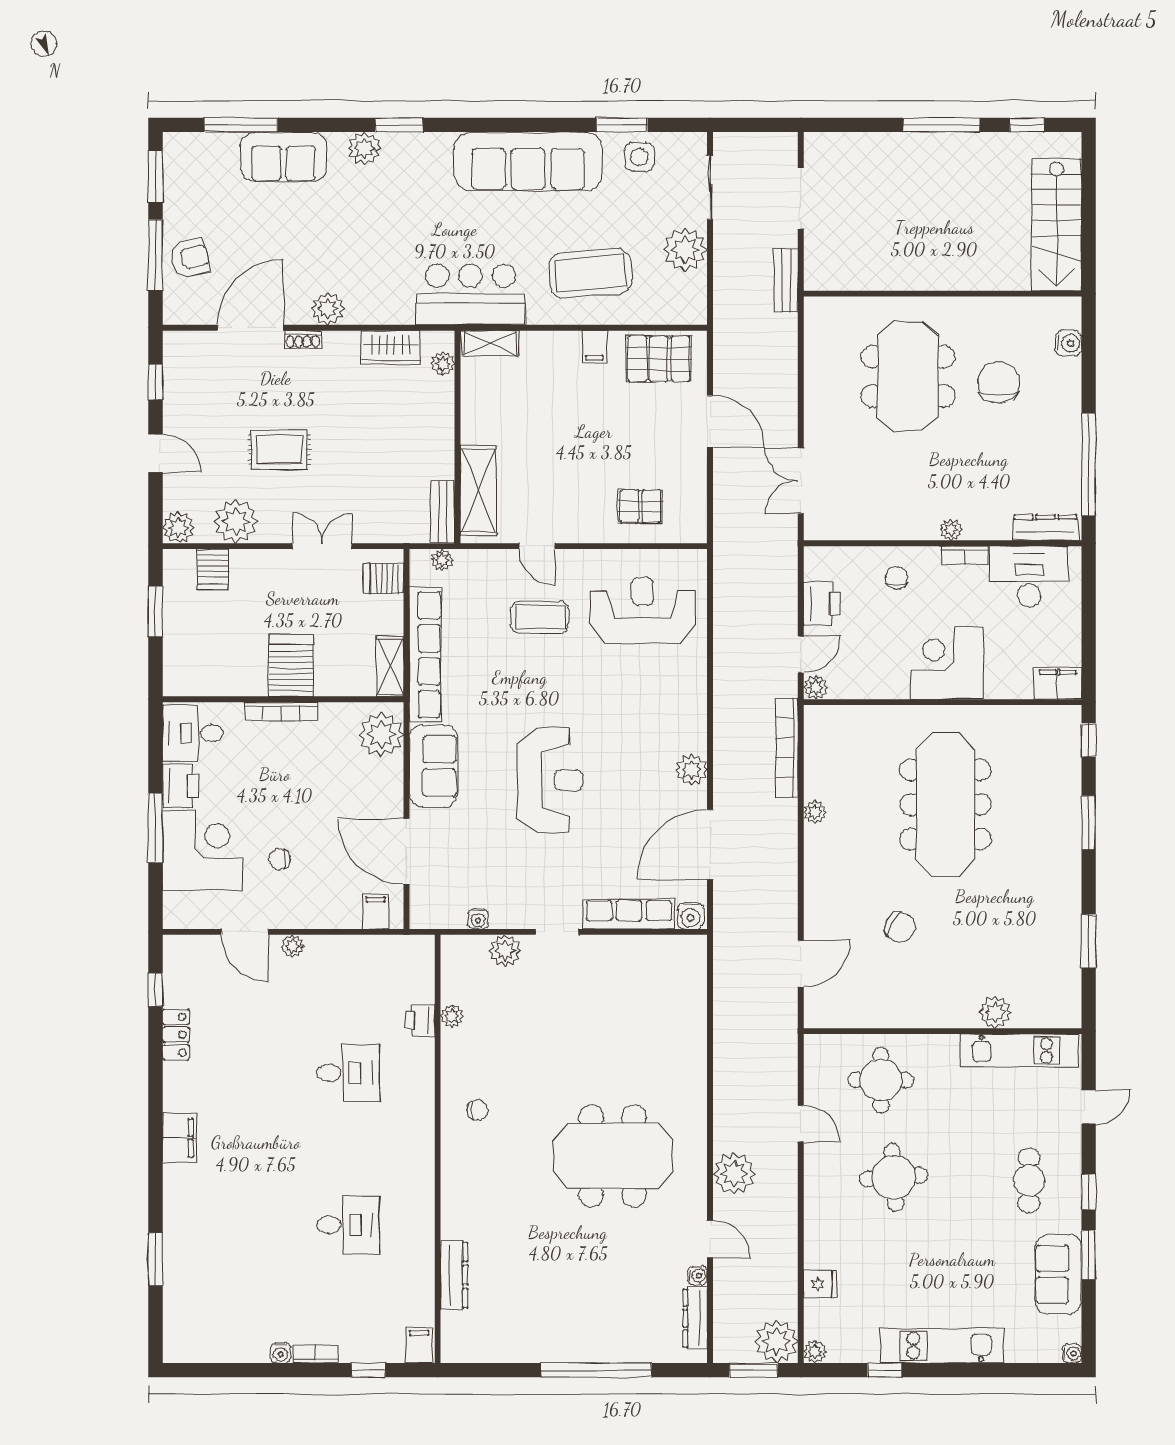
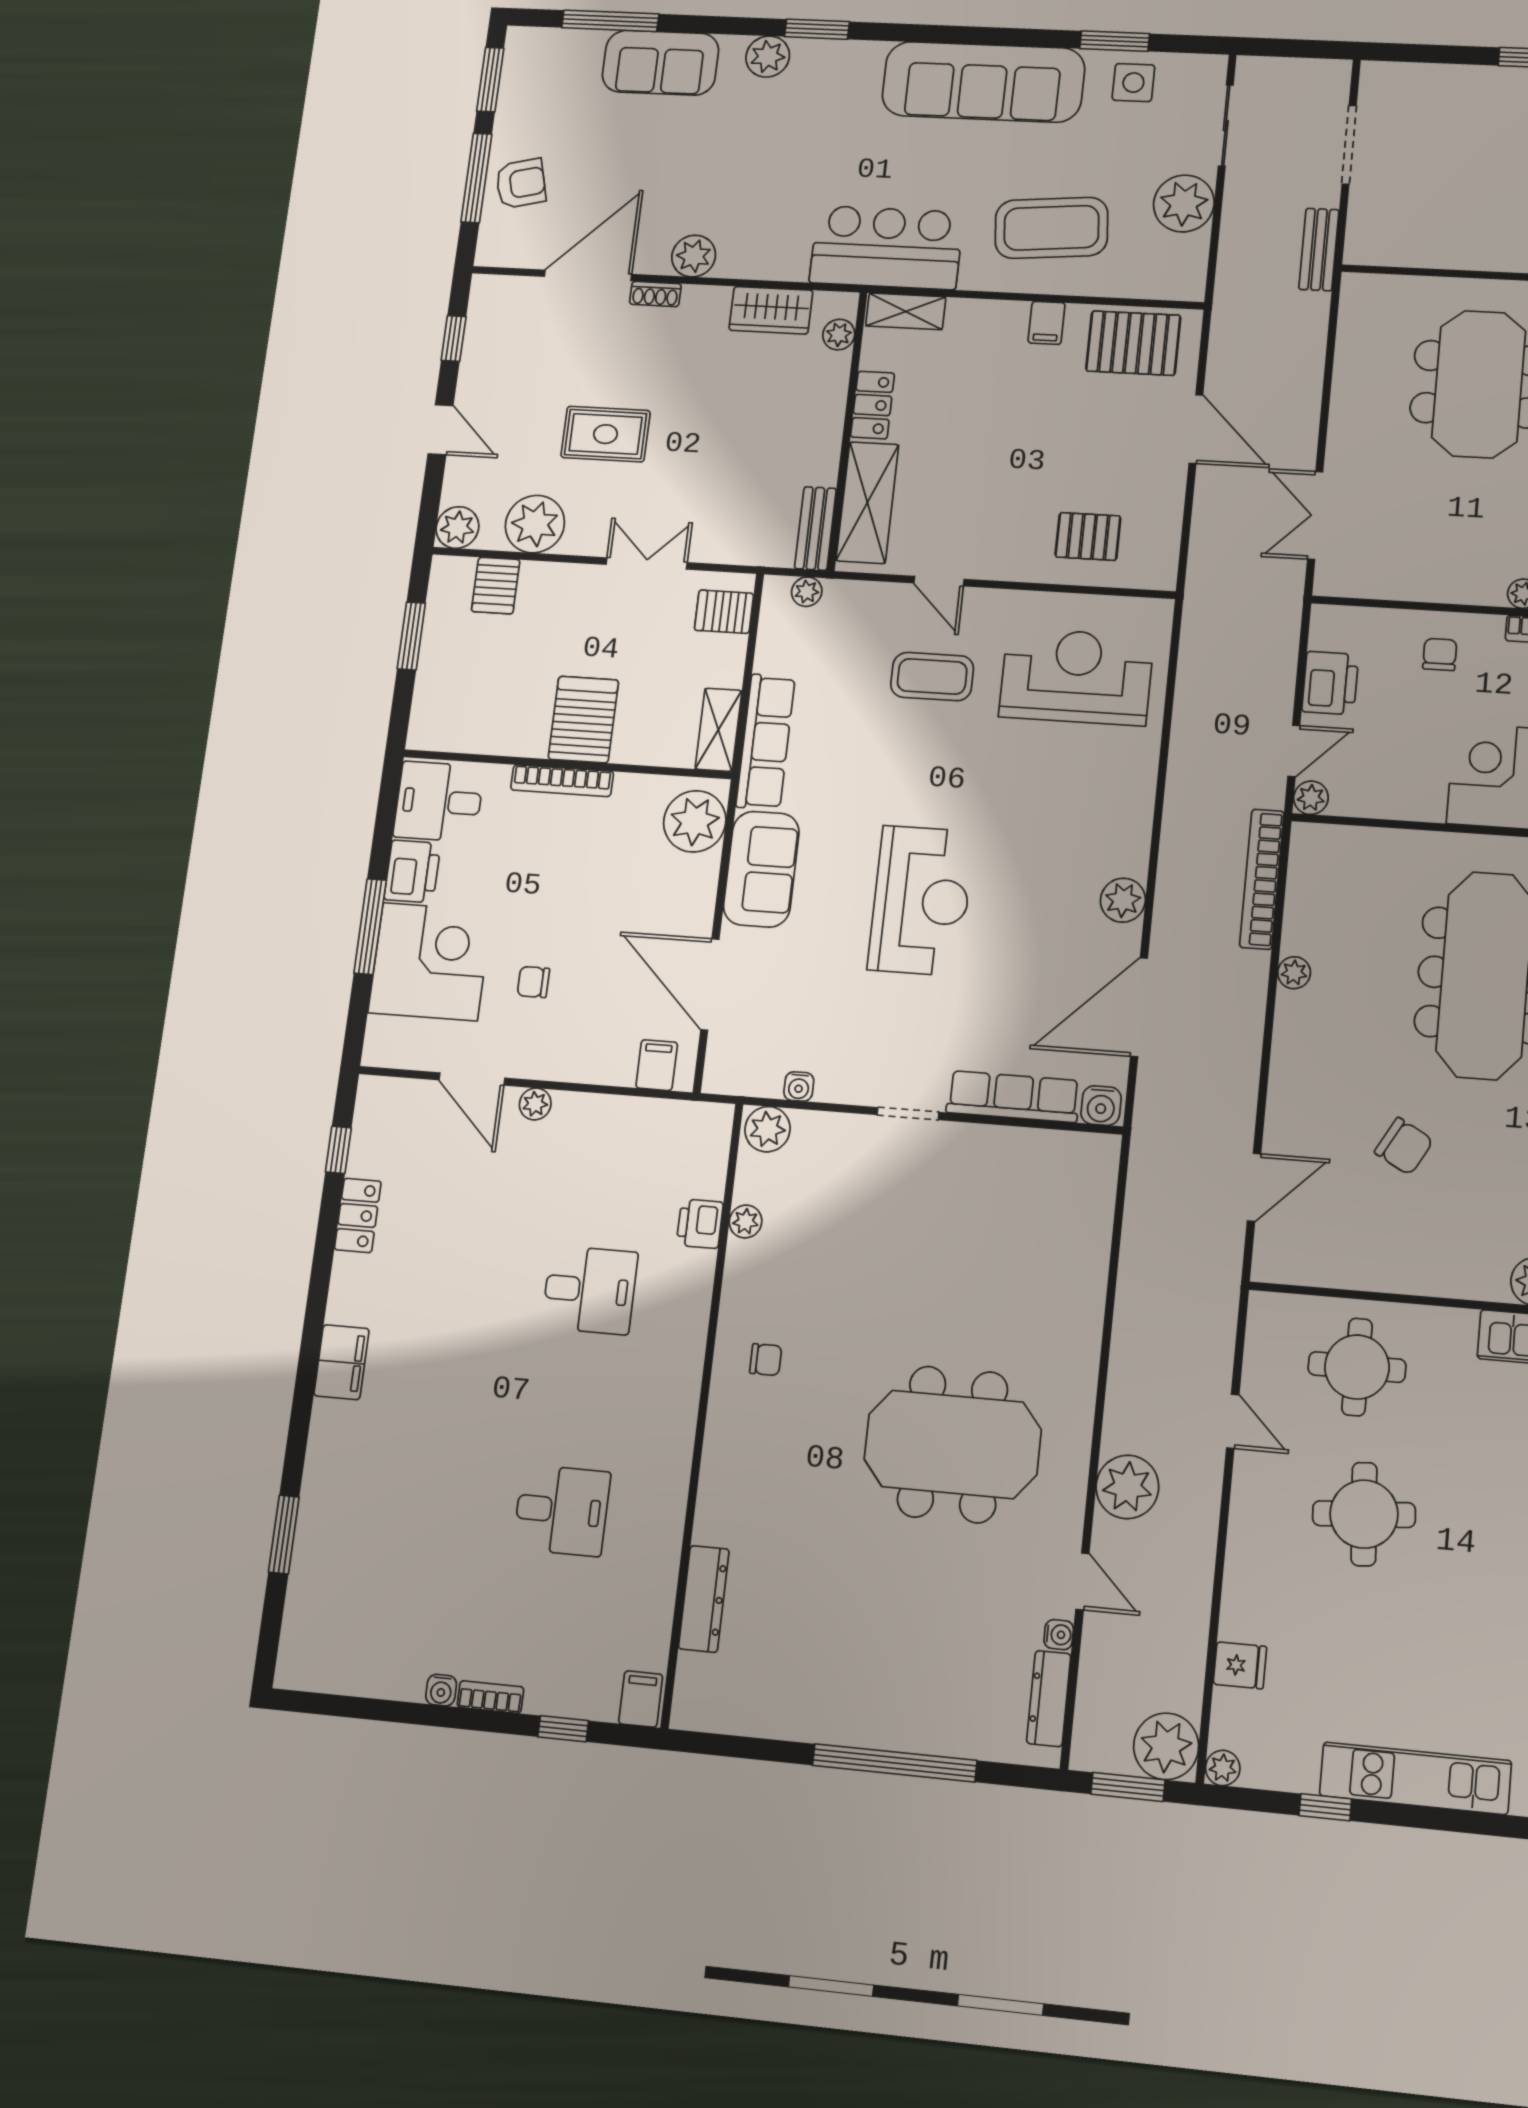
locker: (474, 416) -> (872, 405), added
row of seats: (425, 655) -> (766, 742), width x0.73
plant: (505, 951) -> (767, 1129), moved

